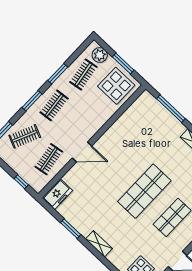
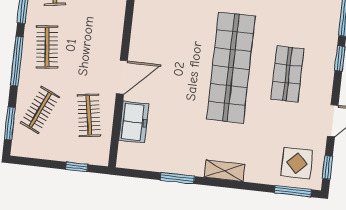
window: (32, 101) -> (17, 61), width x1.44
shop shelf: (144, 191) -> (231, 68), width x1.40
freezer: (57, 194) -> (134, 122), moved

